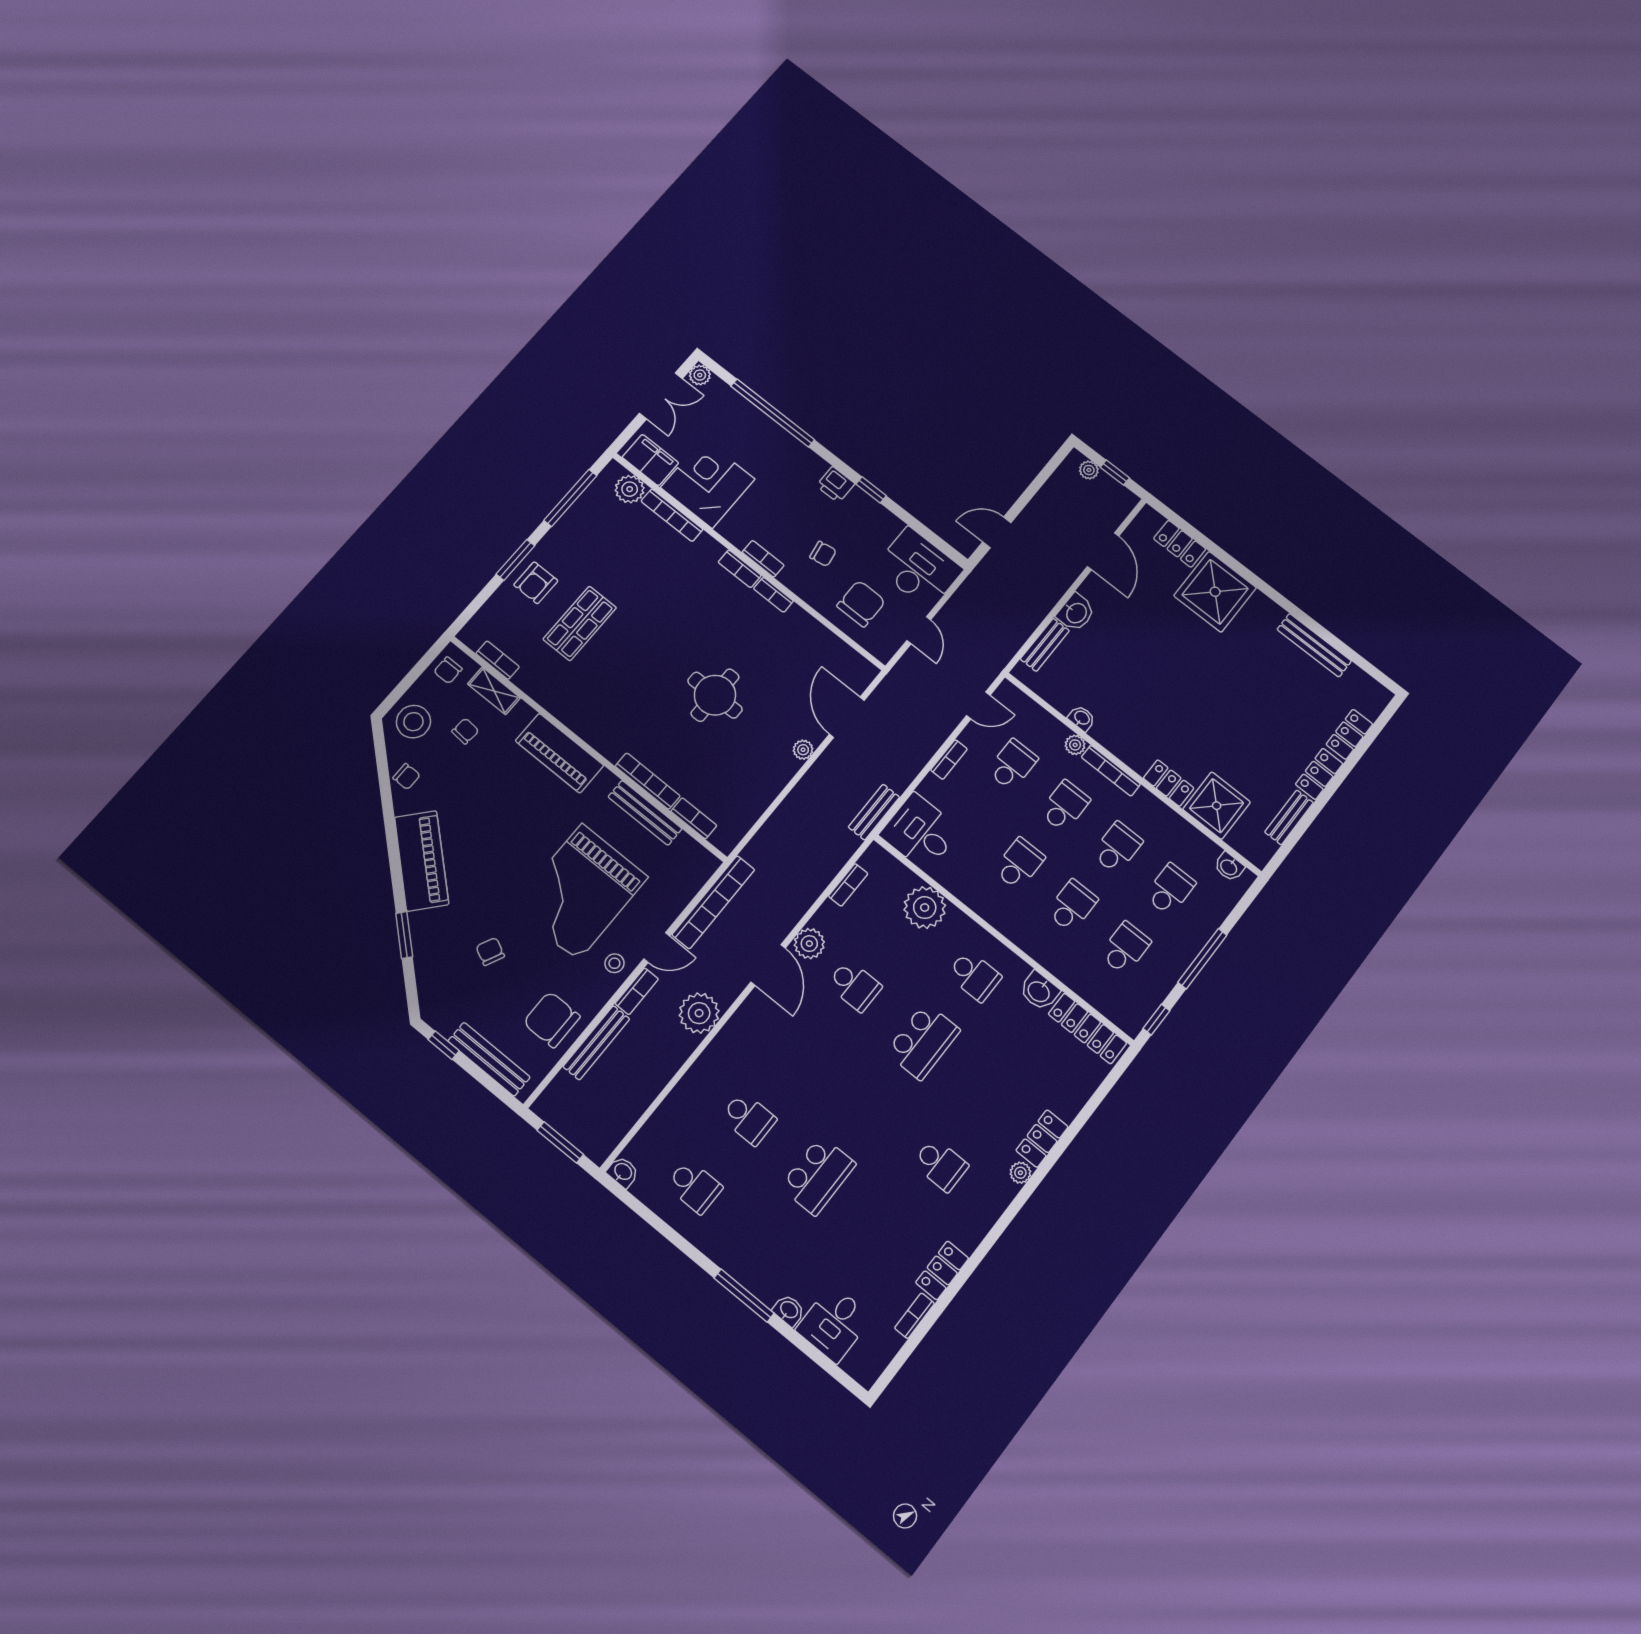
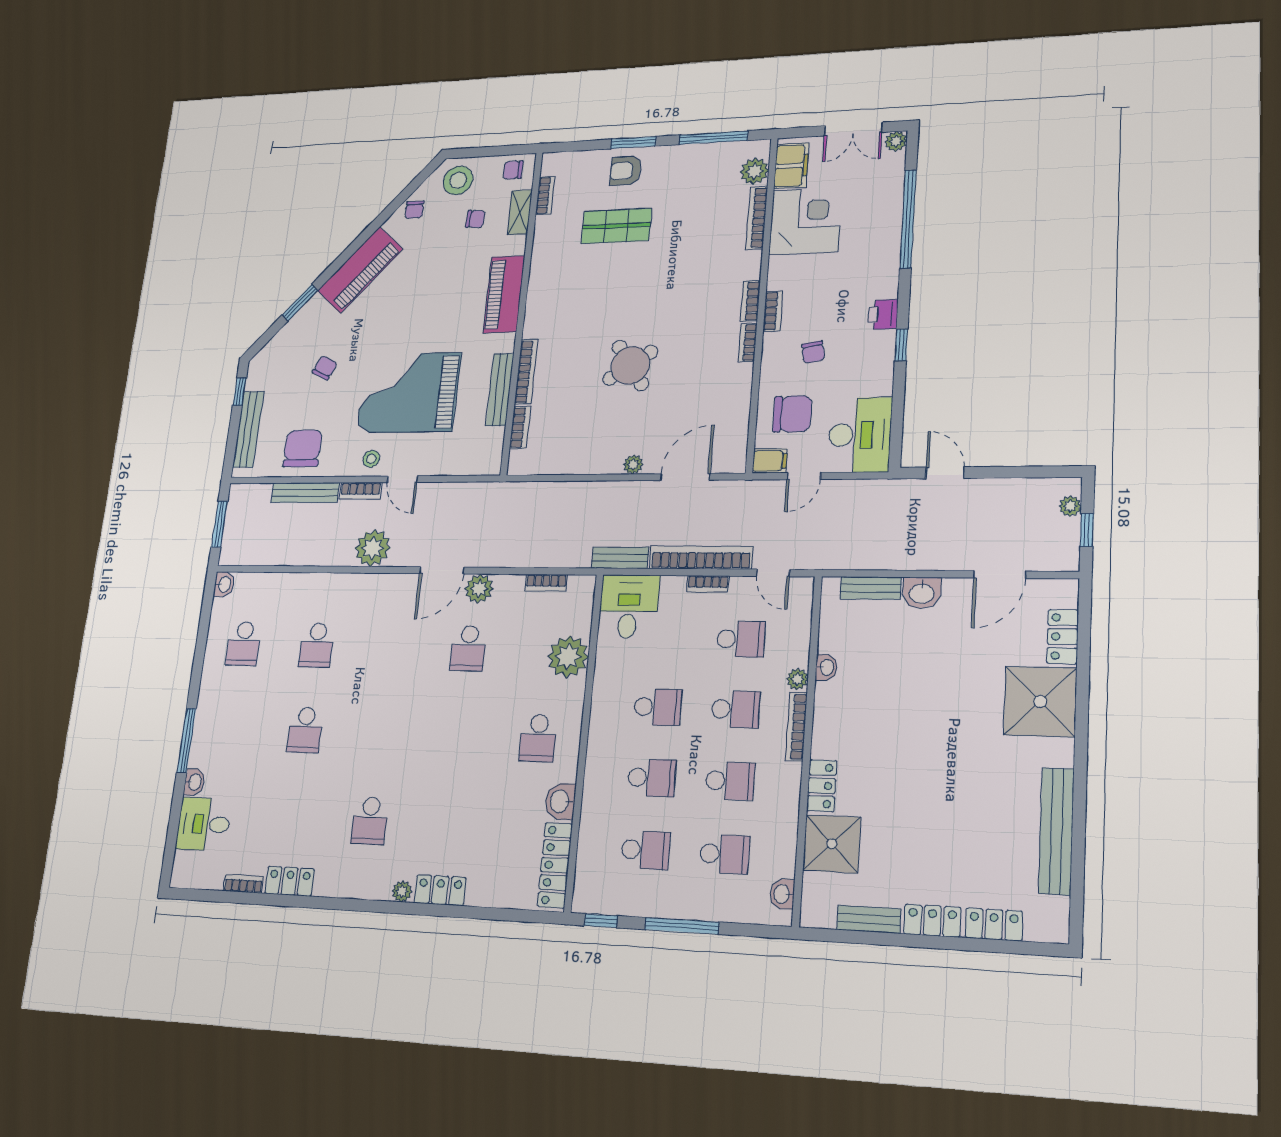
bench: (1314, 645) -> (1056, 831), width x1.37, depth x1.21
filing cabinet: (886, 646) -> (770, 461), added
round table: (715, 695) -> (630, 365), turned -34
bookcase: (713, 902) -> (701, 557), moved, turned 180
school desk: (923, 1041) -> (458, 735), removed
school desk: (818, 1176) -> (305, 730), width x0.54

